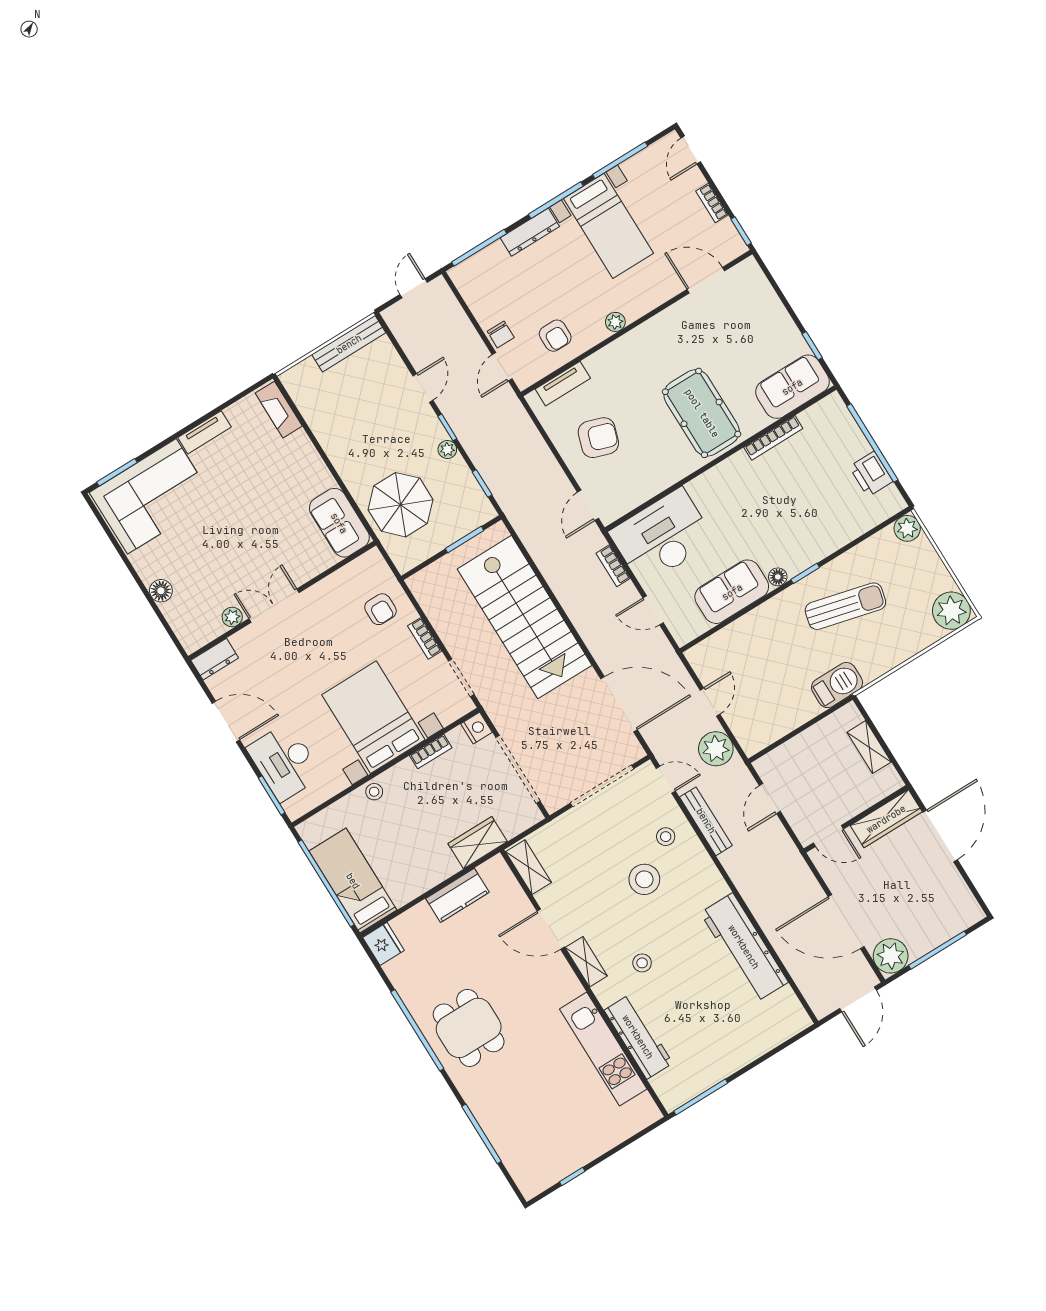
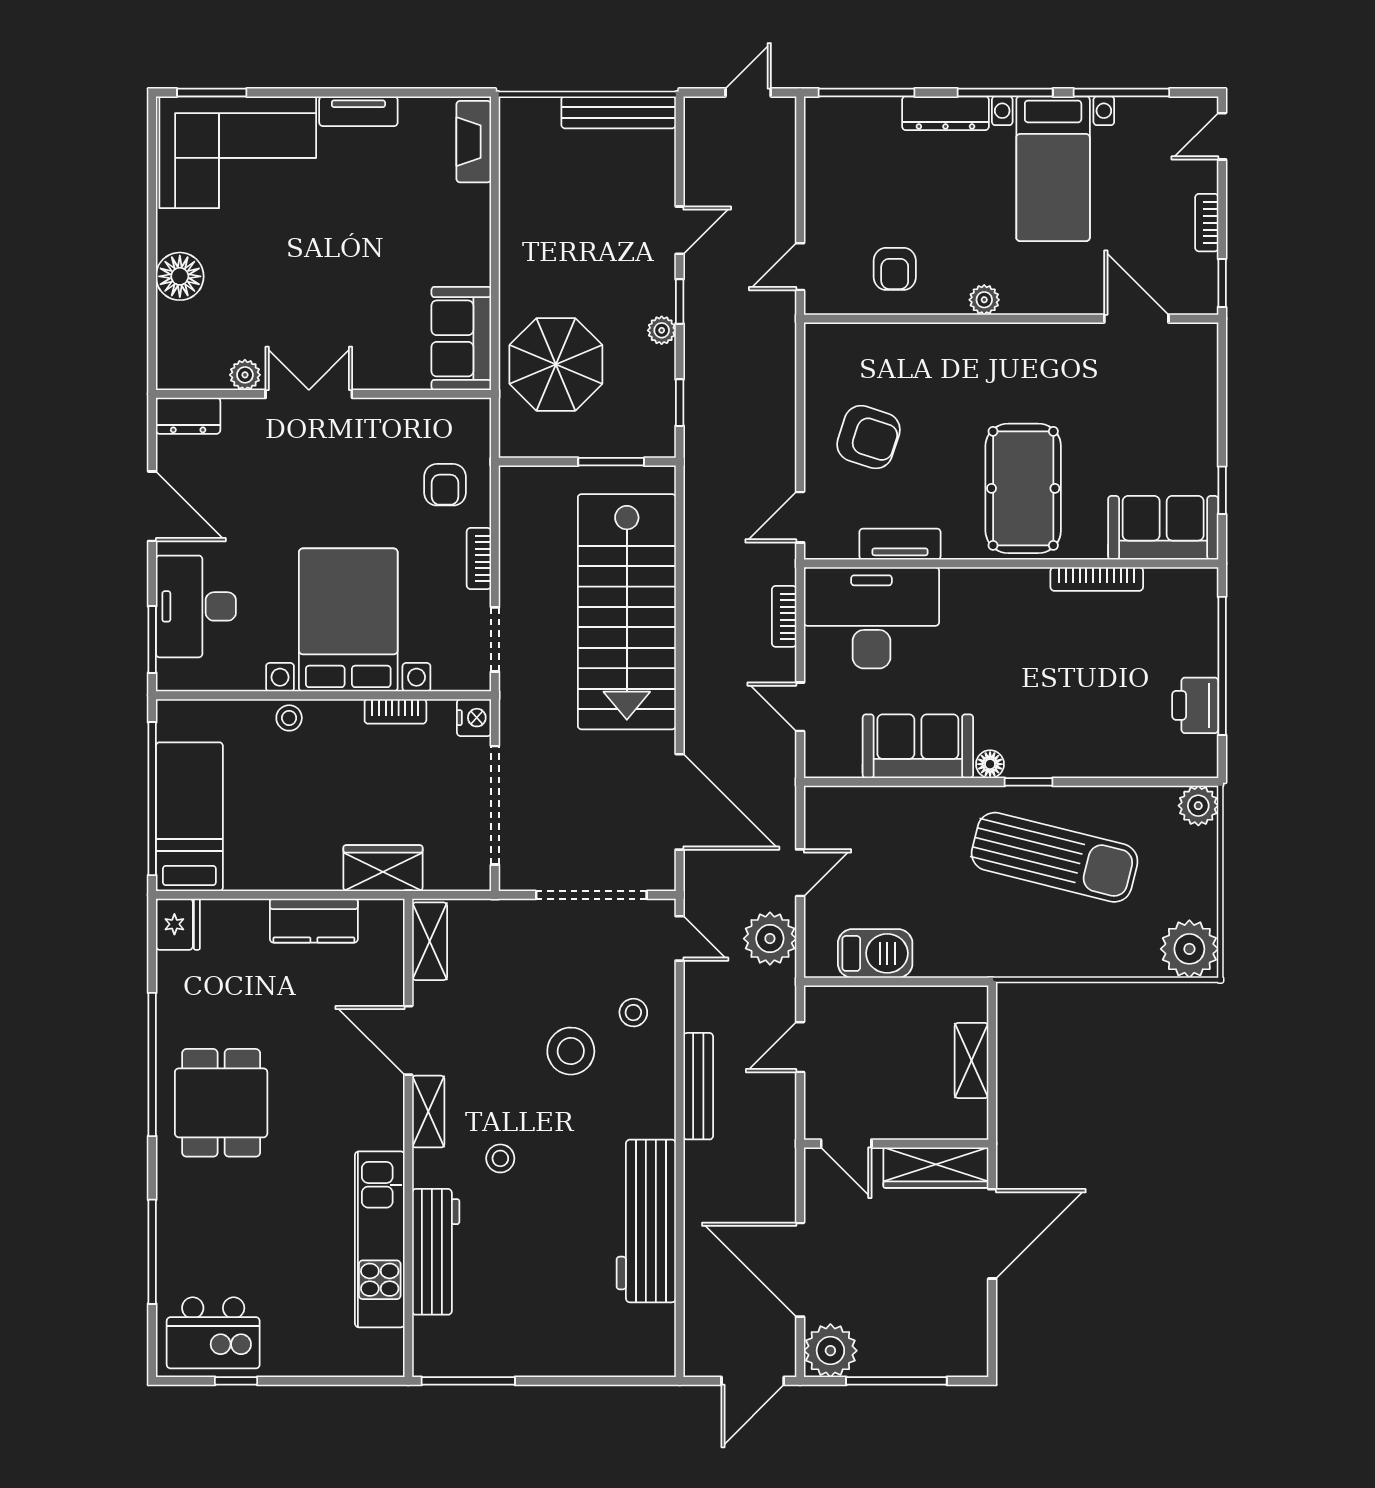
chair: (501, 334) -> (824, 223), removed
tv unit: (563, 384) -> (900, 544), moved, turned 180
floor lamp: (161, 591) -> (180, 276), width x1.38, depth x1.38
sun lounger: (845, 606) -> (1055, 857), width x1.36, depth x1.34
barbecue: (837, 685) -> (875, 953), moved
bench: (706, 821) -> (698, 1086), moved
kitchen island: (543, 1158) -> (213, 1333), added

